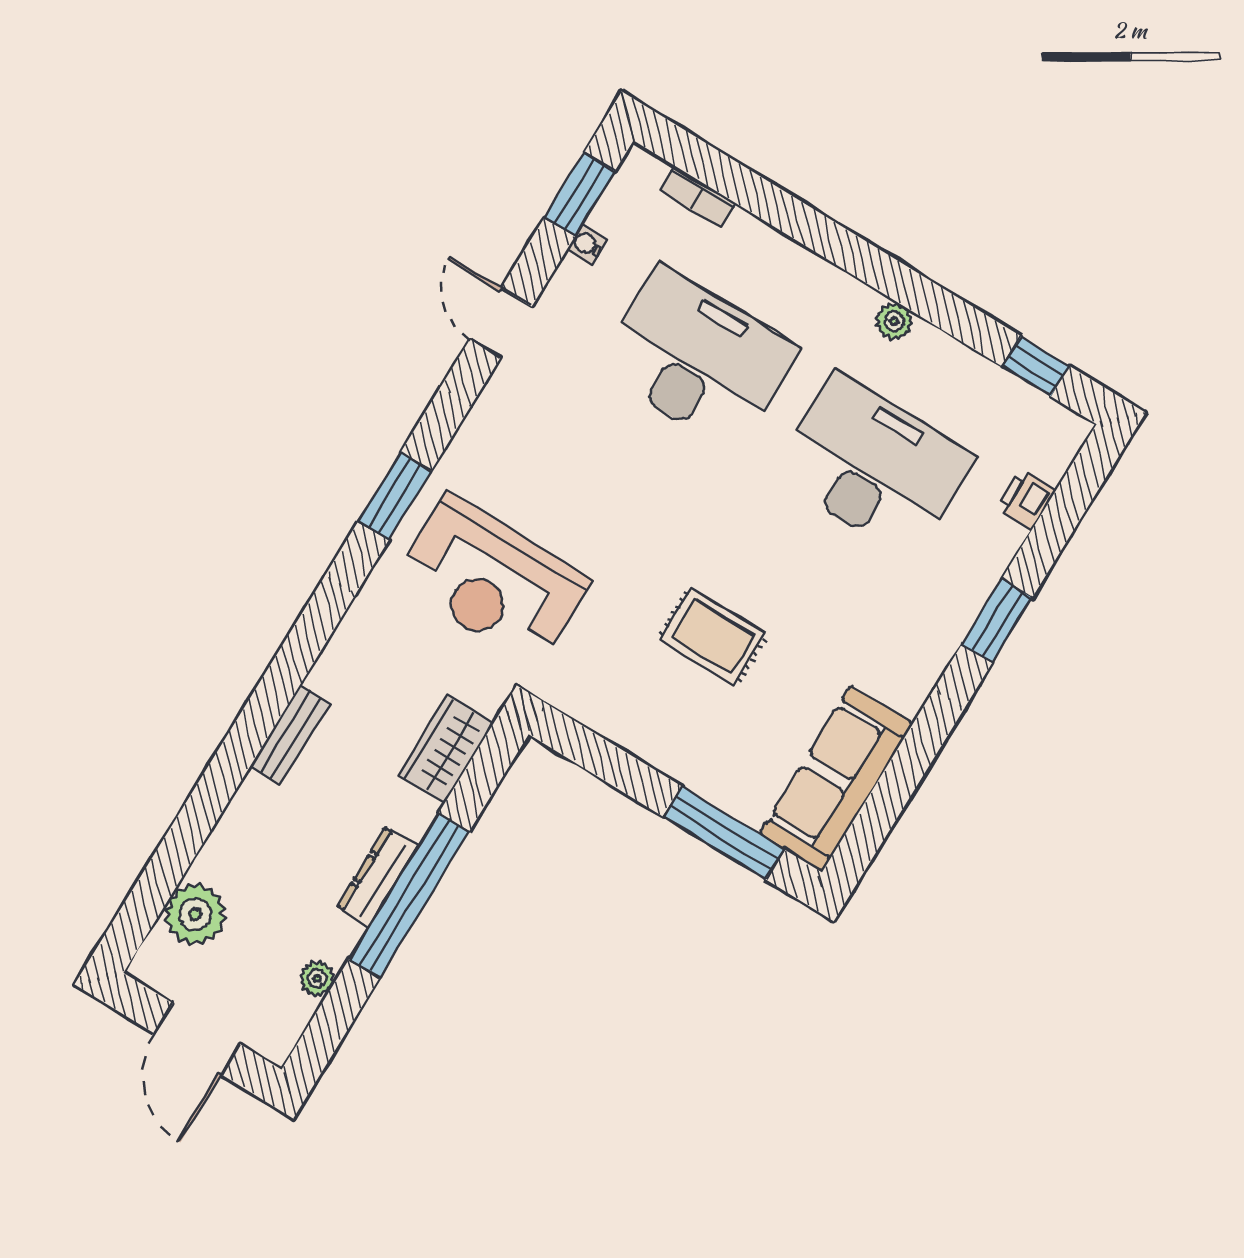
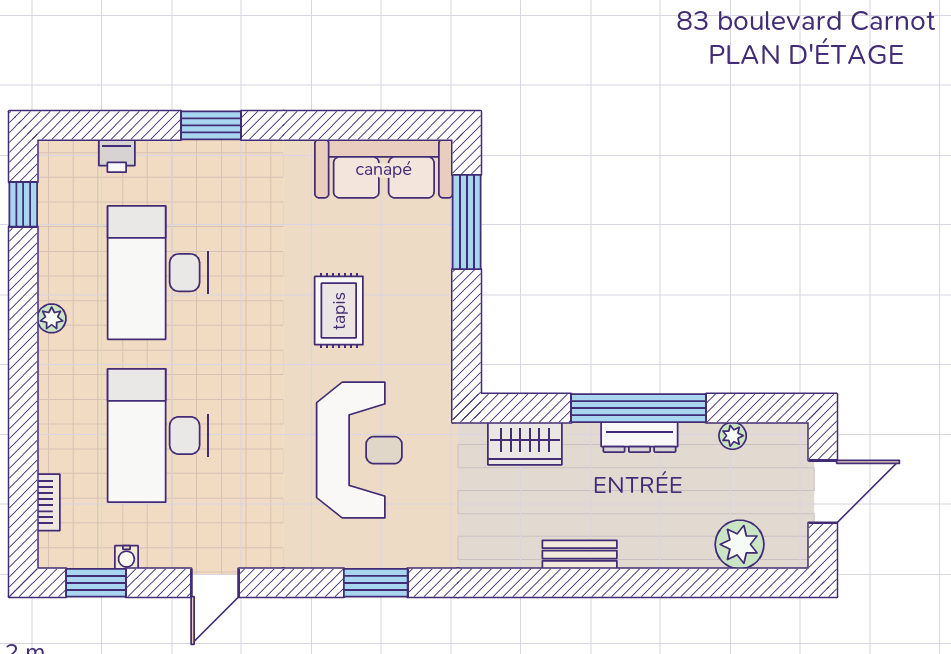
reception desk: (492, 581) -> (359, 450), moved

